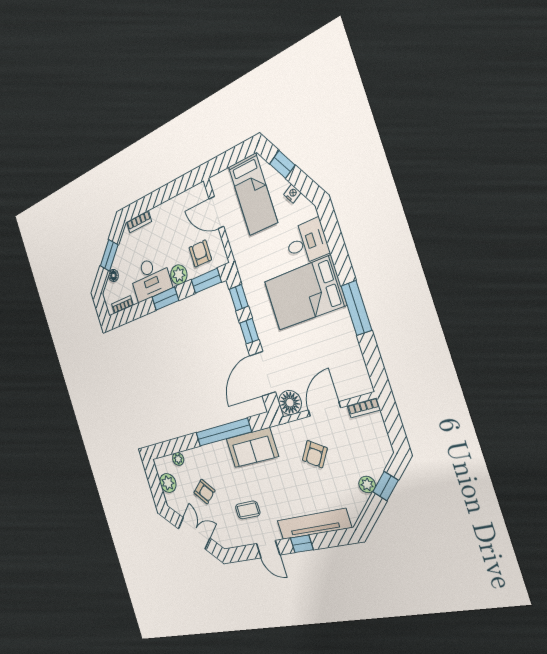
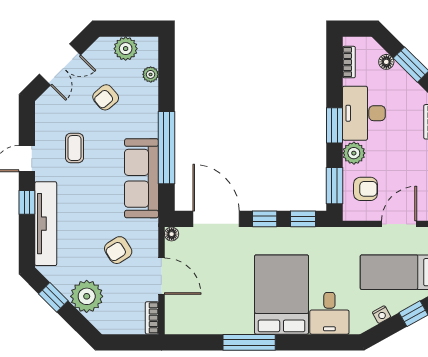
floor lamp: (290, 403) -> (172, 234), width x0.53, depth x0.53
sofa: (252, 448) -> (142, 178), width x1.36
armchair: (315, 454) -> (118, 250), turned -65
plant: (367, 484) -> (87, 296), width x1.87, depth x1.87
window: (385, 486) -> (53, 297), moved

